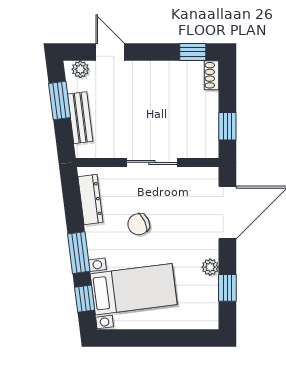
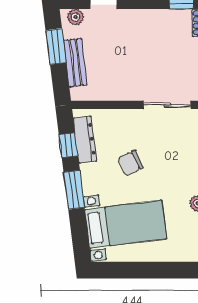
sliding door: (152, 162) -> (167, 105), moved
window: (85, 299) -> (68, 145), moved

